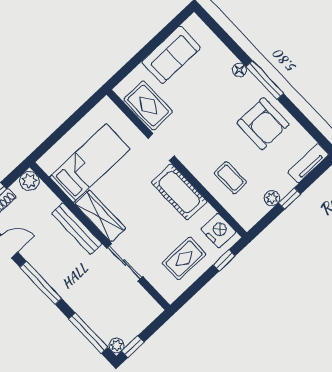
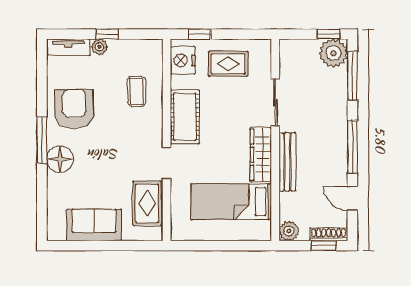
floor lamp: (239, 70) -> (60, 159), width x1.89, depth x1.89
plant: (272, 198) -> (99, 47), moved
plant: (117, 345) -> (333, 53), width x1.87, depth x1.87

